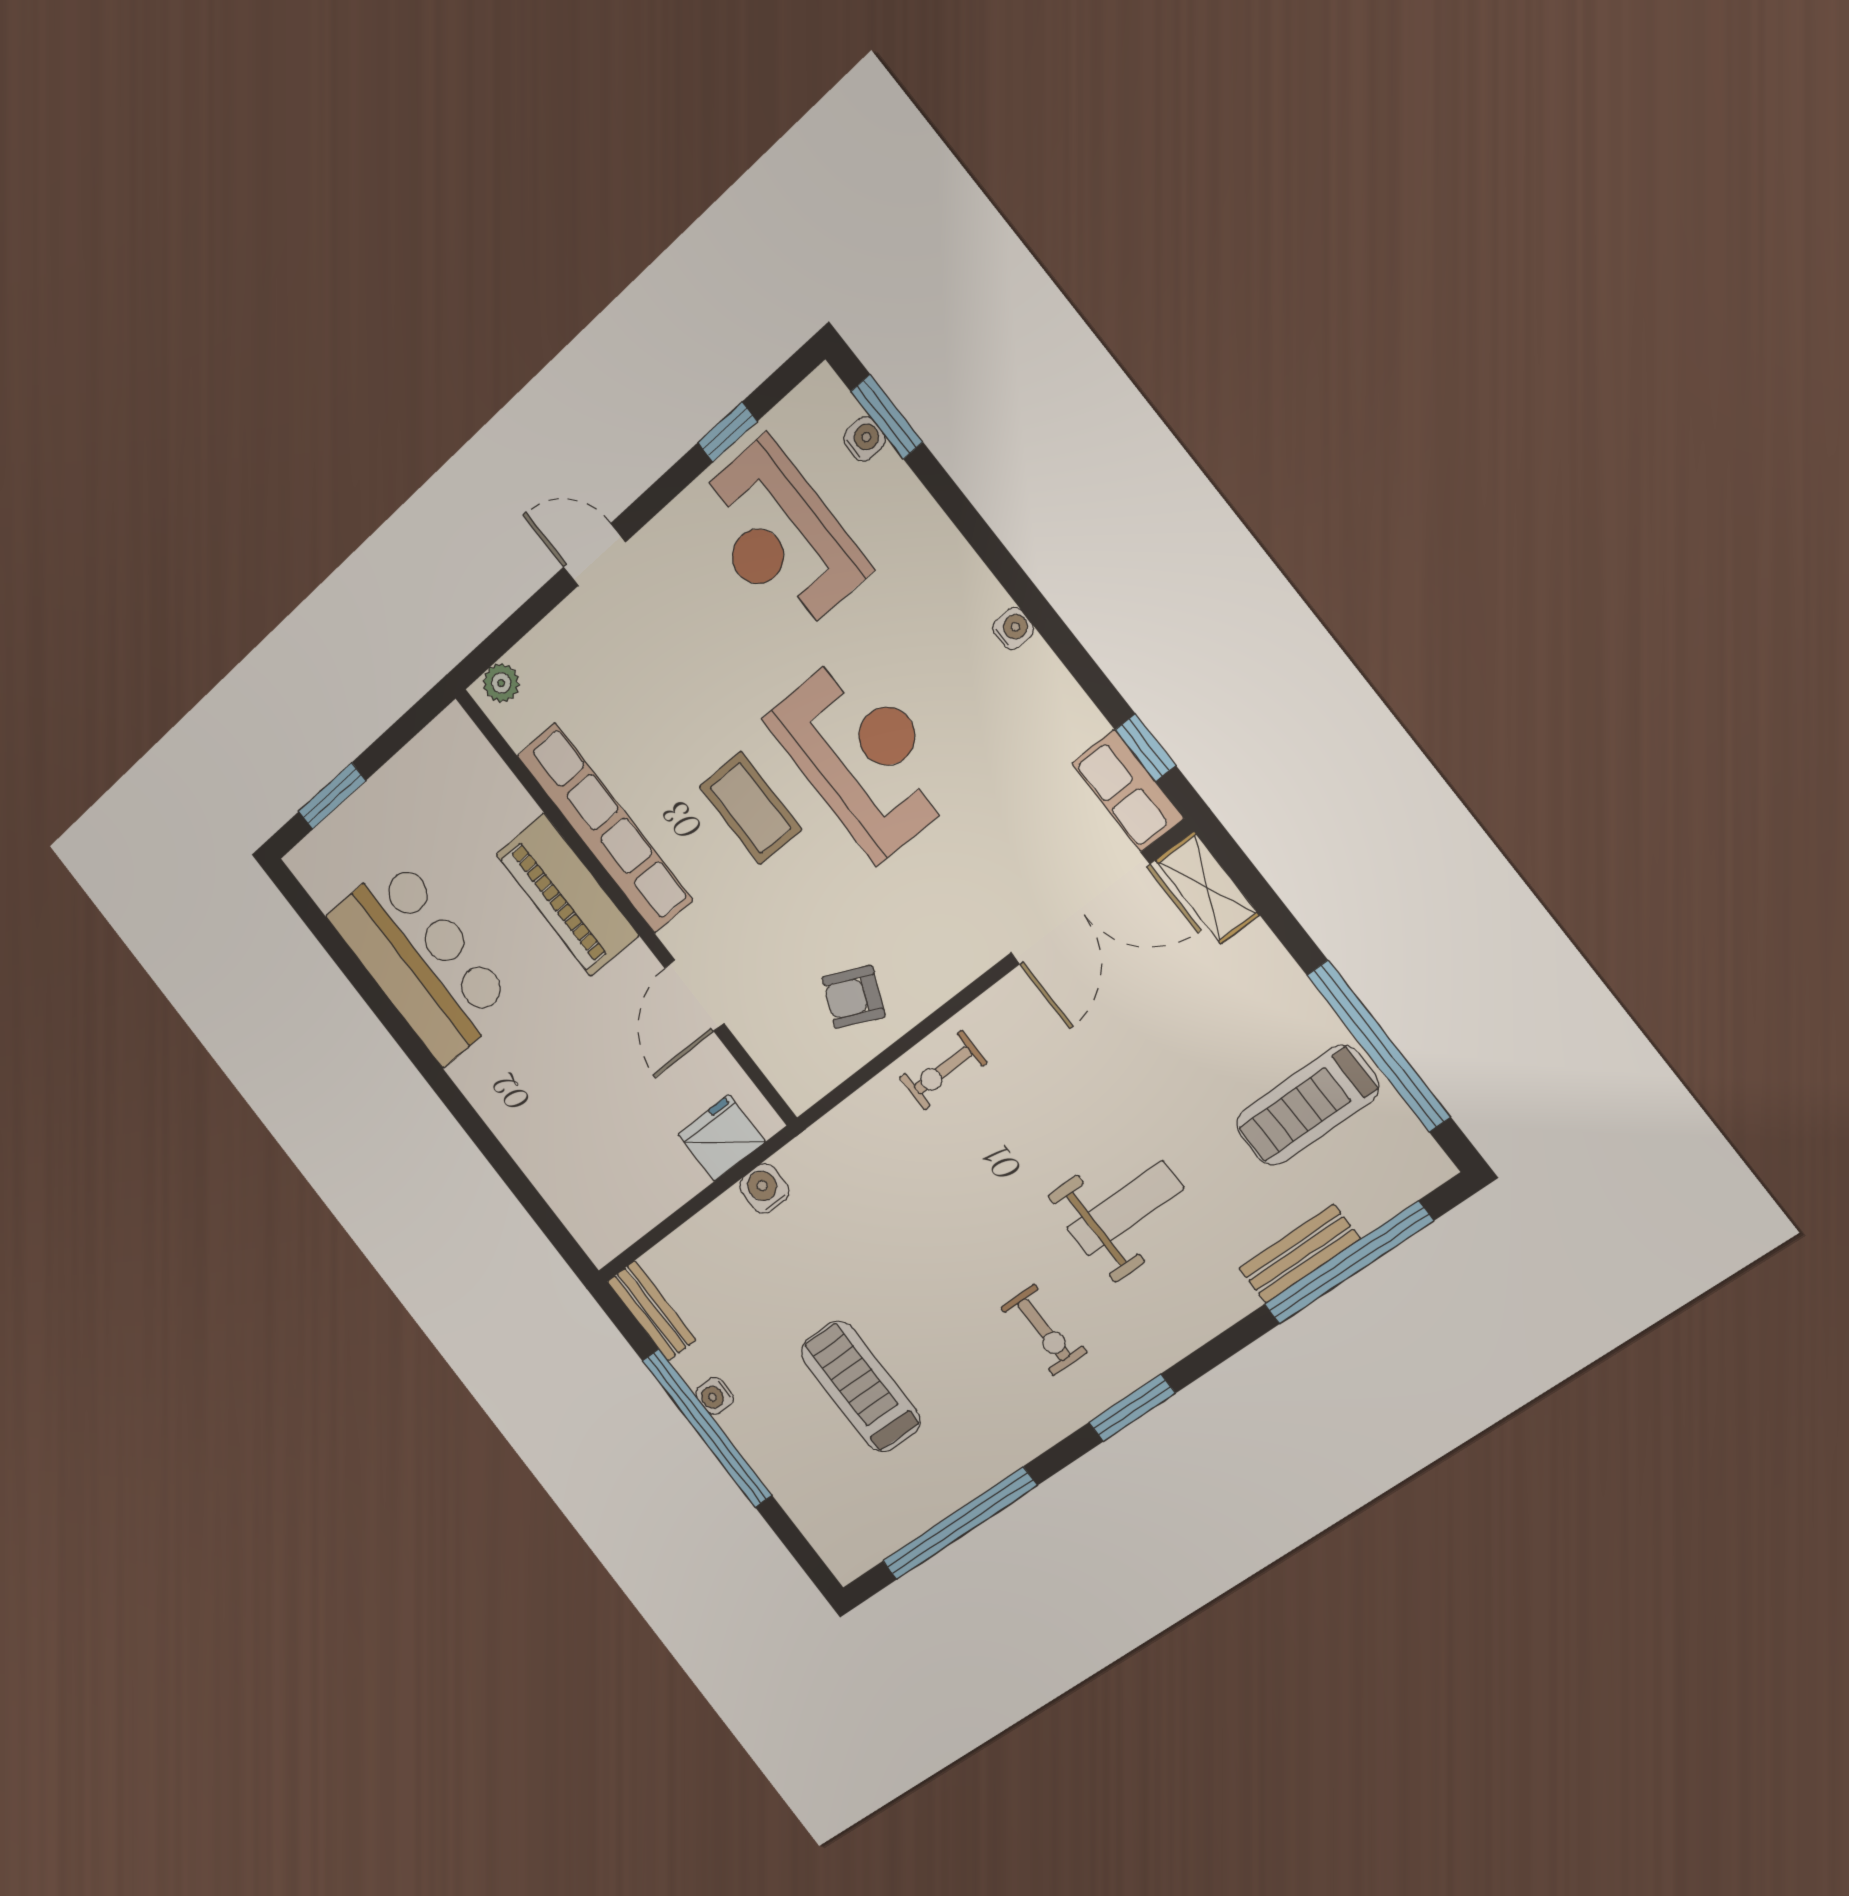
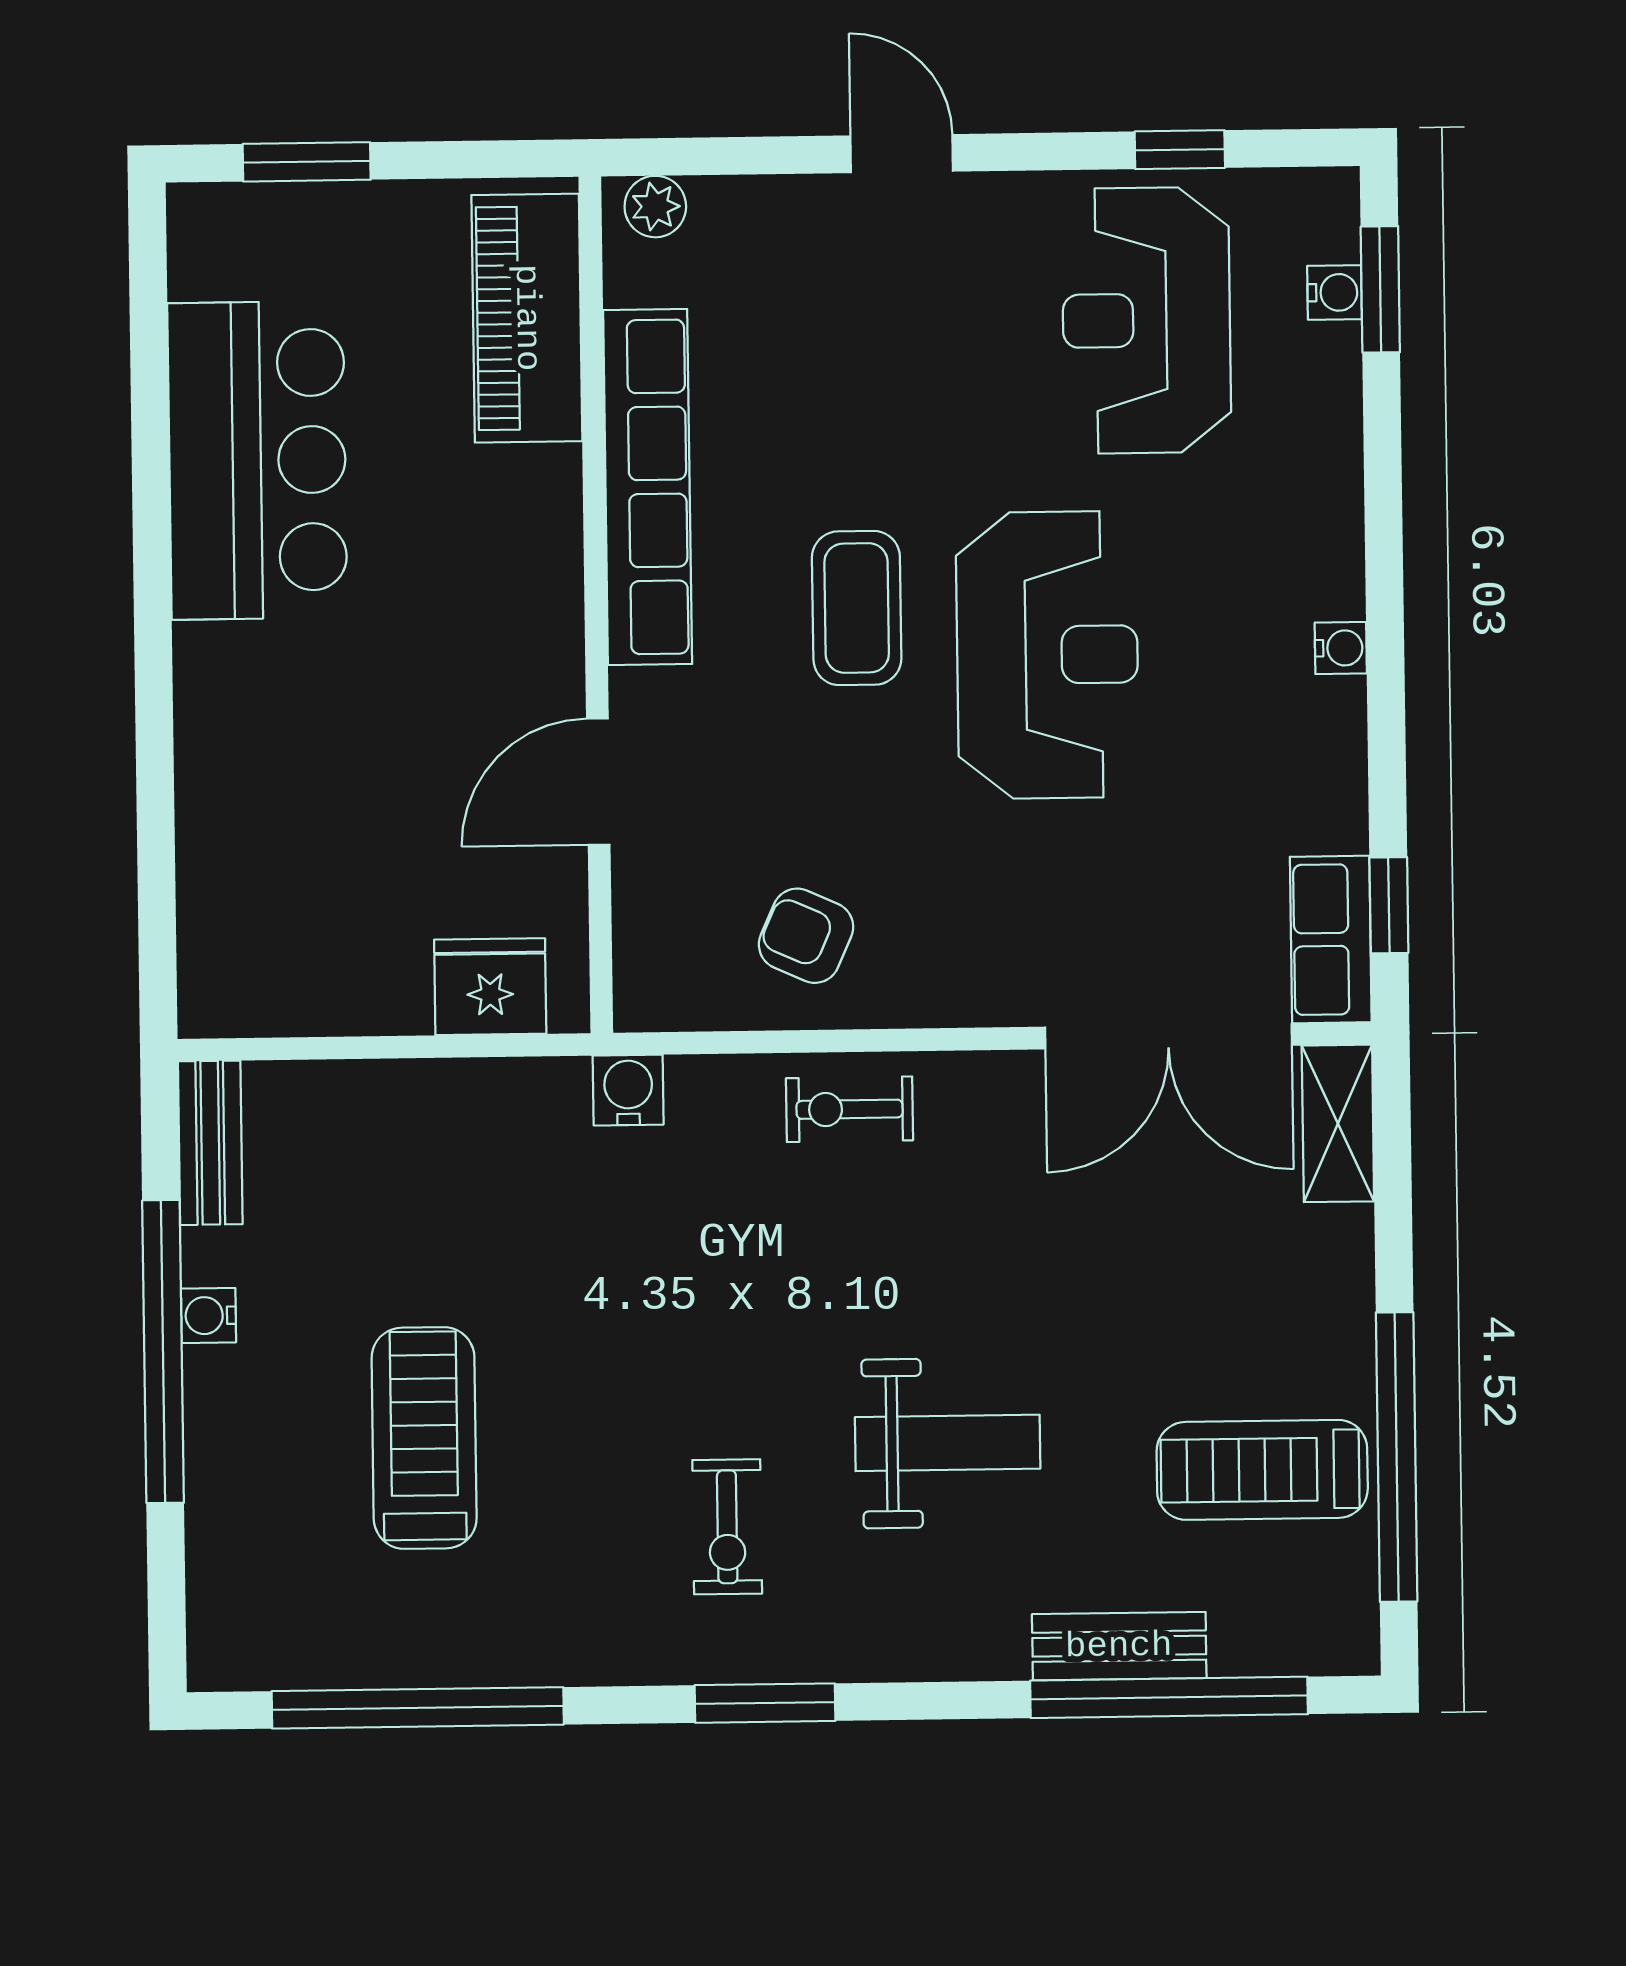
piano: (567, 895) -> (527, 318), moved
water cooler: (764, 1189) -> (628, 1090), moved

